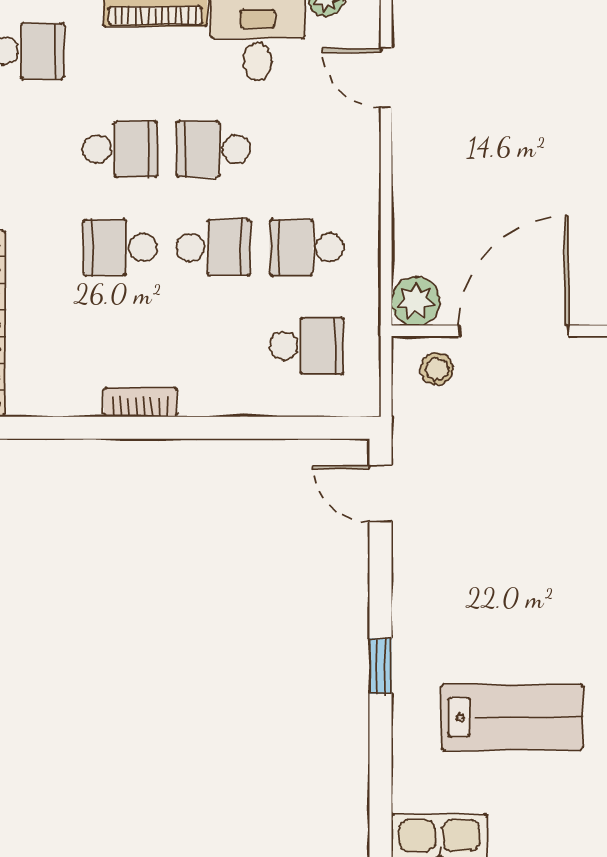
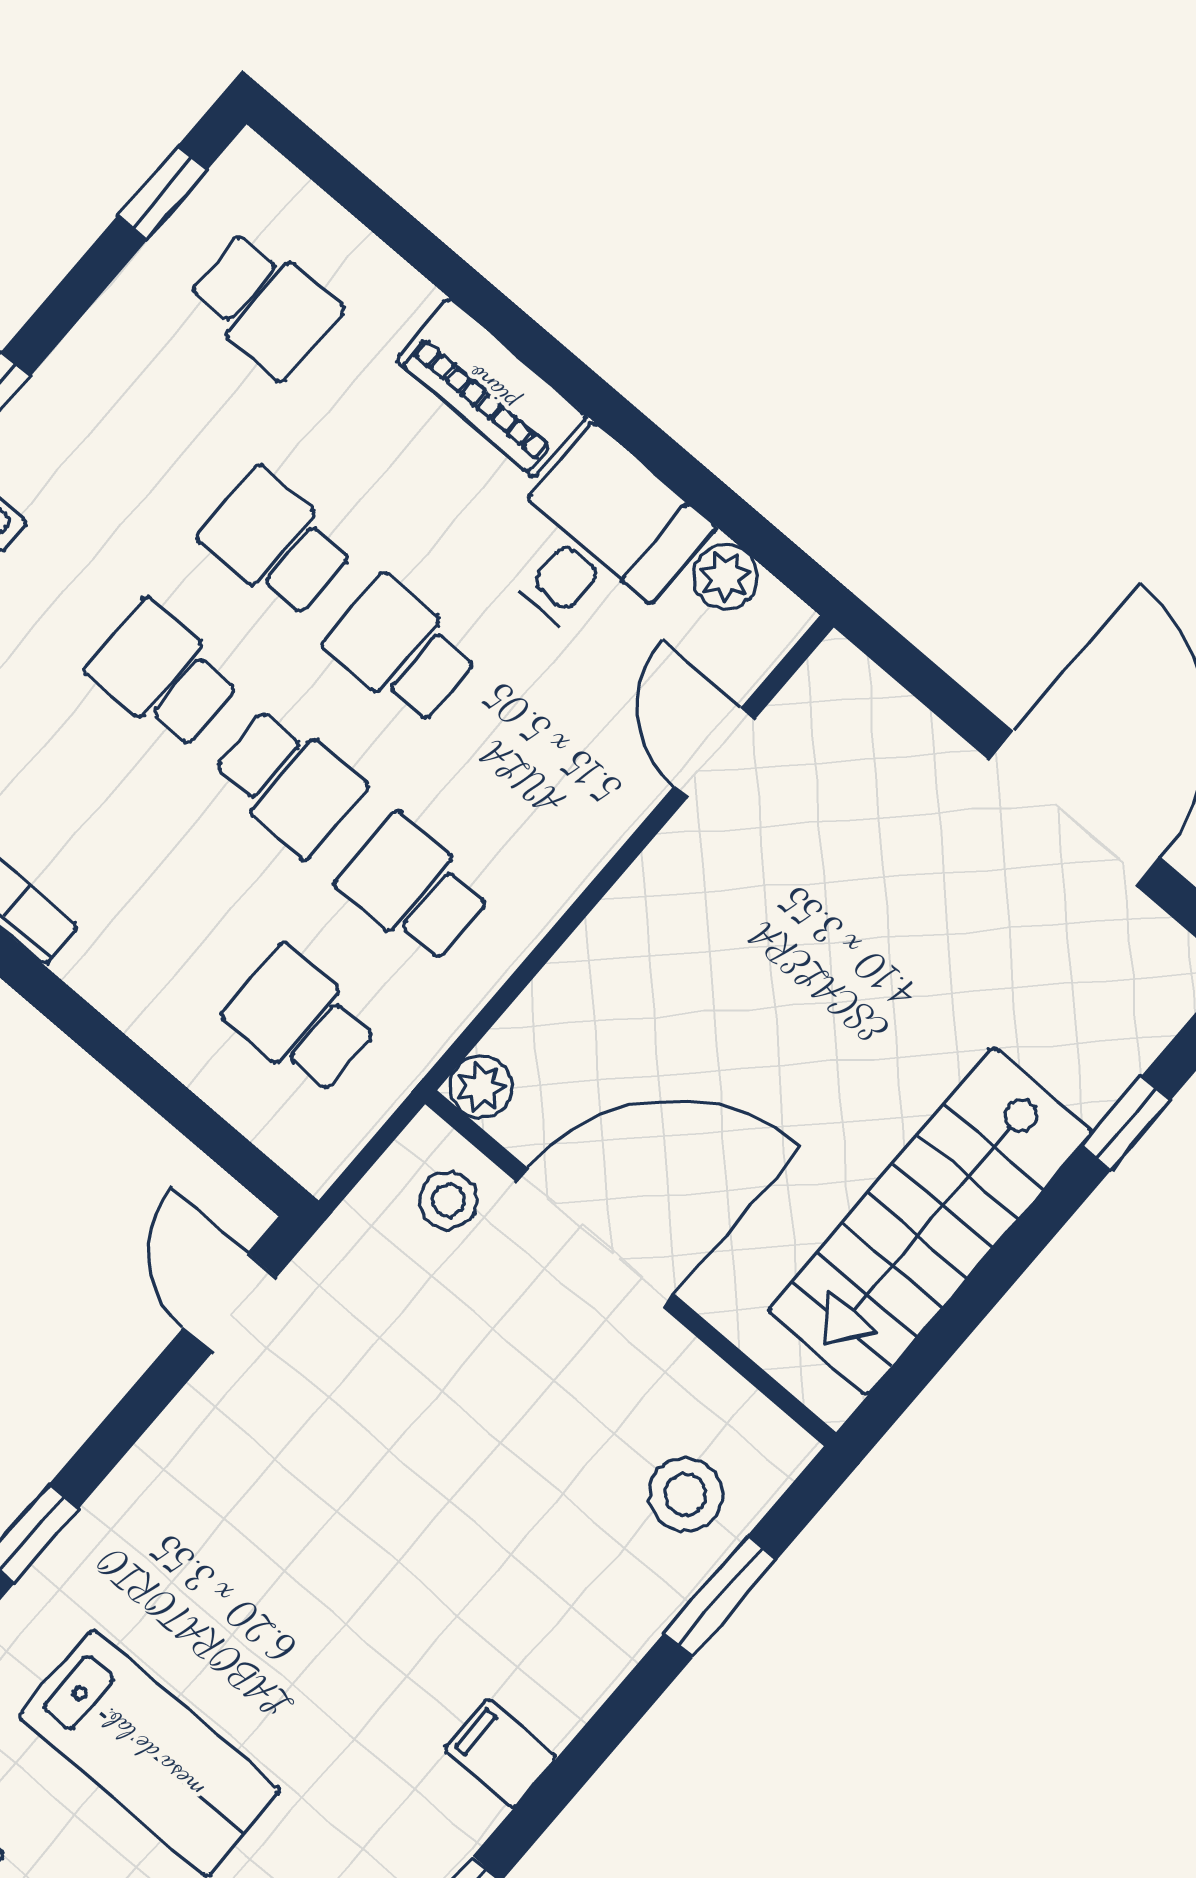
school desk: (120, 149) -> (276, 543), turned 180
plant: (416, 301) -> (481, 1087), width x0.73, depth x0.73
school desk: (307, 346) -> (301, 1020), turned 180

